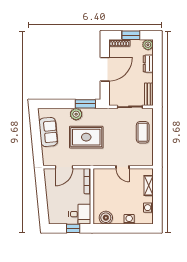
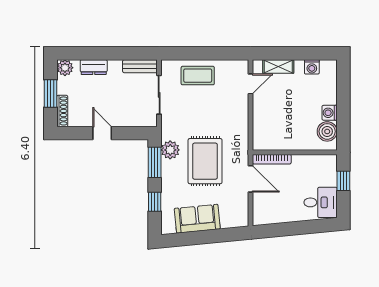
door: (105, 69) -> (102, 133), width x0.53
window: (59, 104) -> (155, 202), added
plant: (76, 114) -> (170, 150), moved
door: (64, 167) -> (251, 179), moved
door: (123, 167) -> (251, 84), moved
desk: (80, 214) -> (321, 202), moved, turned 90
washing machine: (129, 219) -> (330, 113), moved

